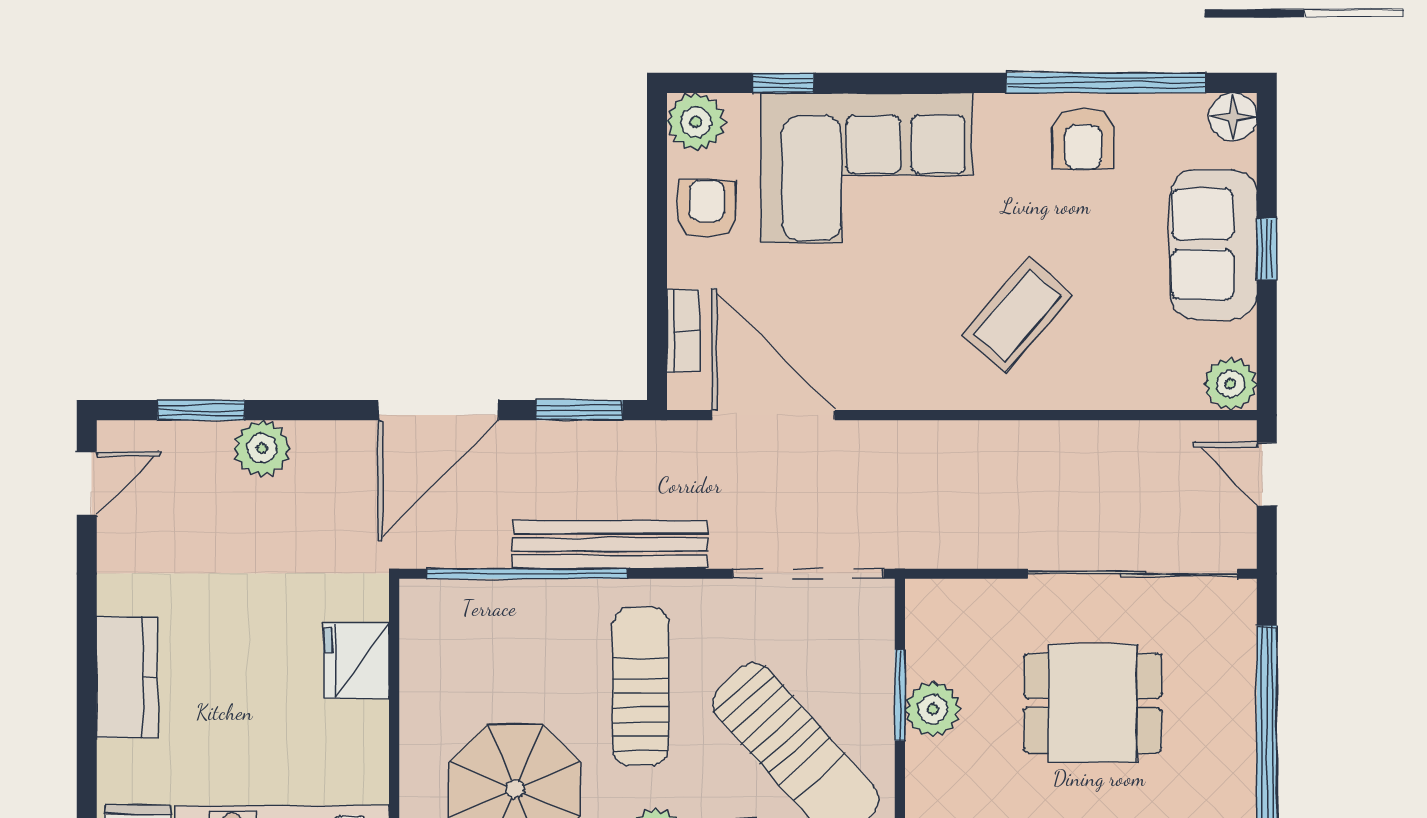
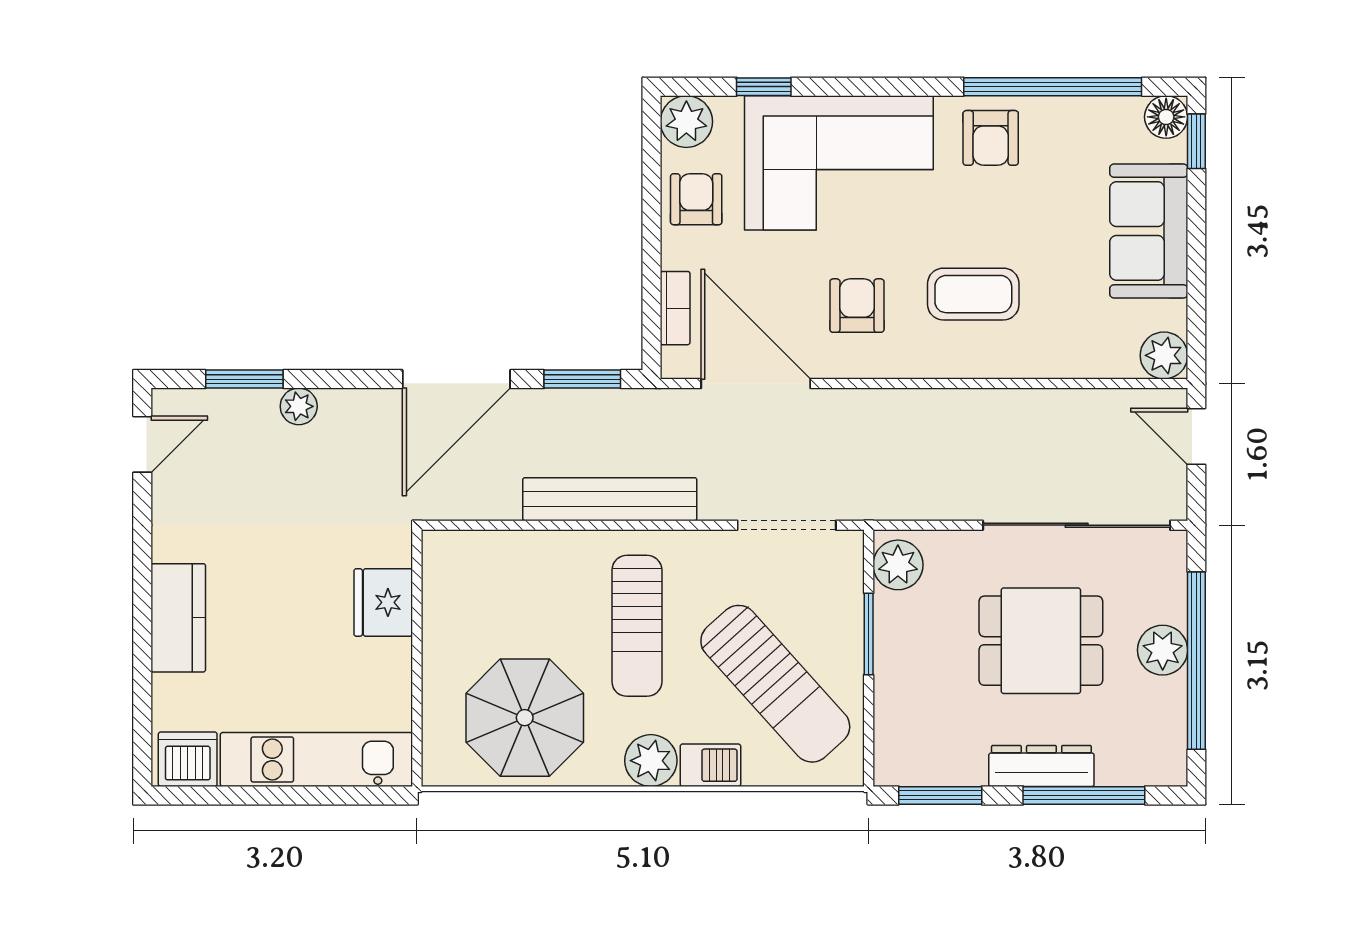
armchair: (1083, 138) -> (991, 138), moved
window: (1267, 249) -> (1196, 141), moved
coffee table: (1017, 315) -> (973, 294), turned 49
armchair: (887, 328) -> (857, 306), added
plant: (262, 448) -> (299, 406), width x0.73, depth x0.73
window: (527, 574) -> (536, 525), removed
doorway: (808, 574) -> (787, 525), width x0.73
sun lounger: (641, 686) -> (637, 626), turned 180
plant: (933, 709) -> (898, 565), moved
plant: (1229, 714) -> (1163, 650), added

